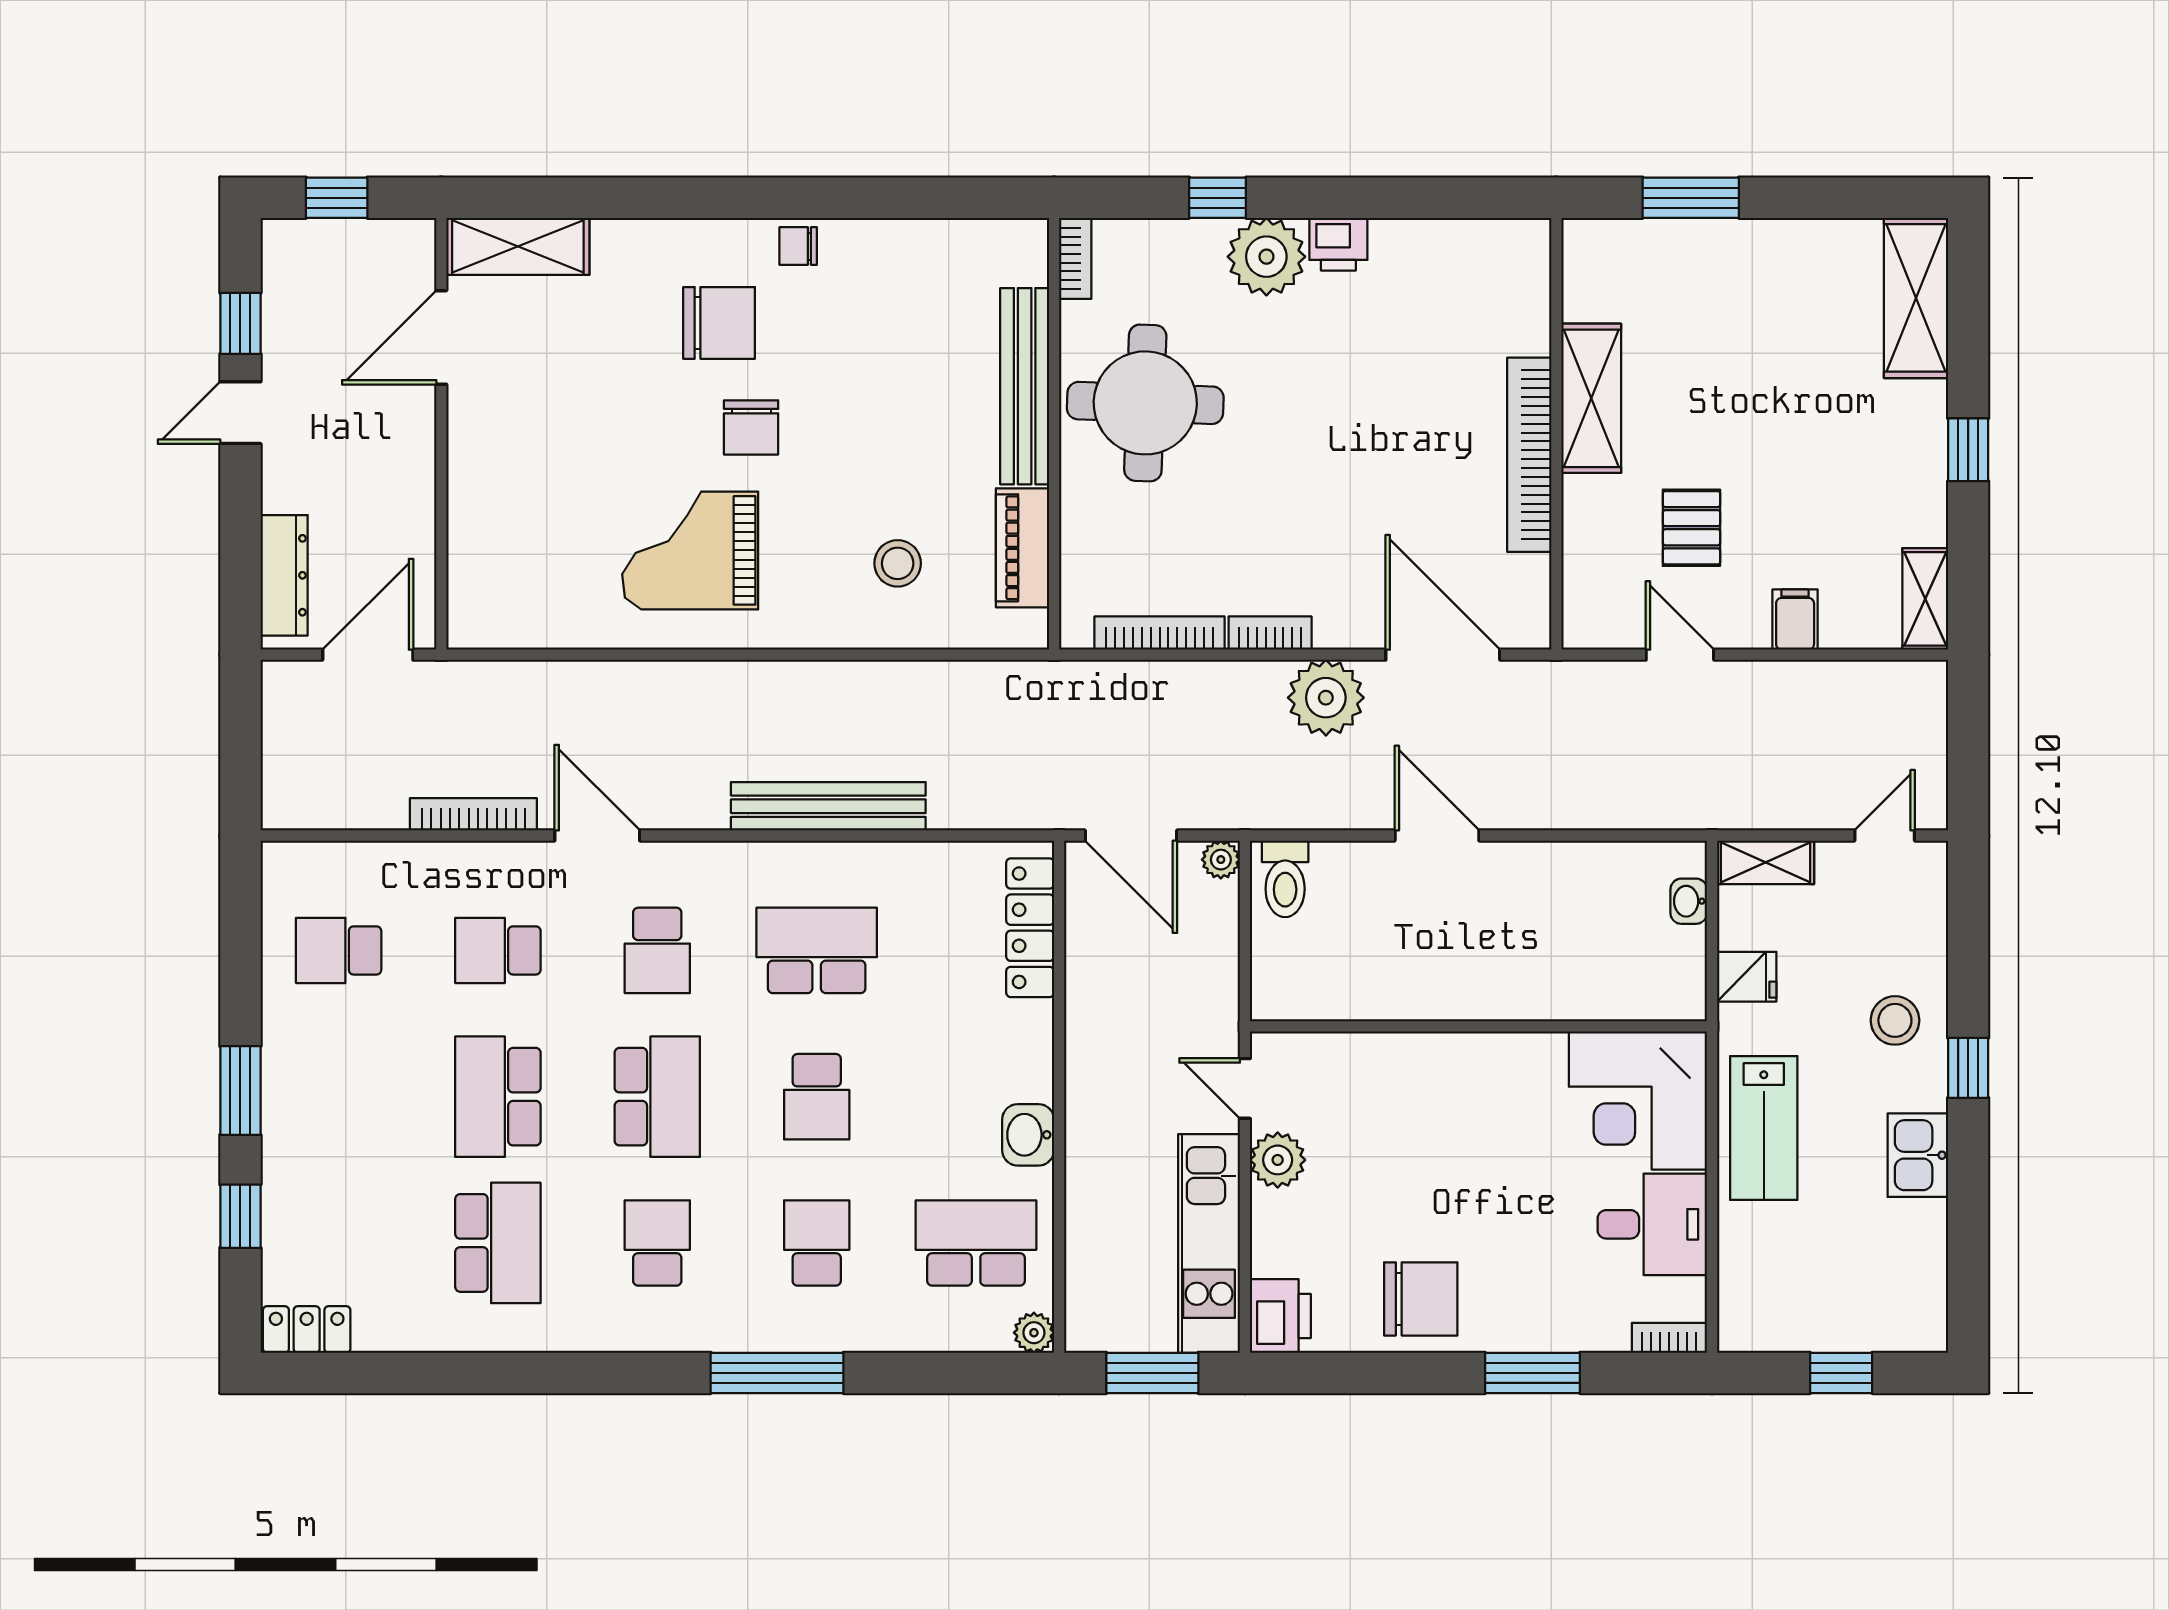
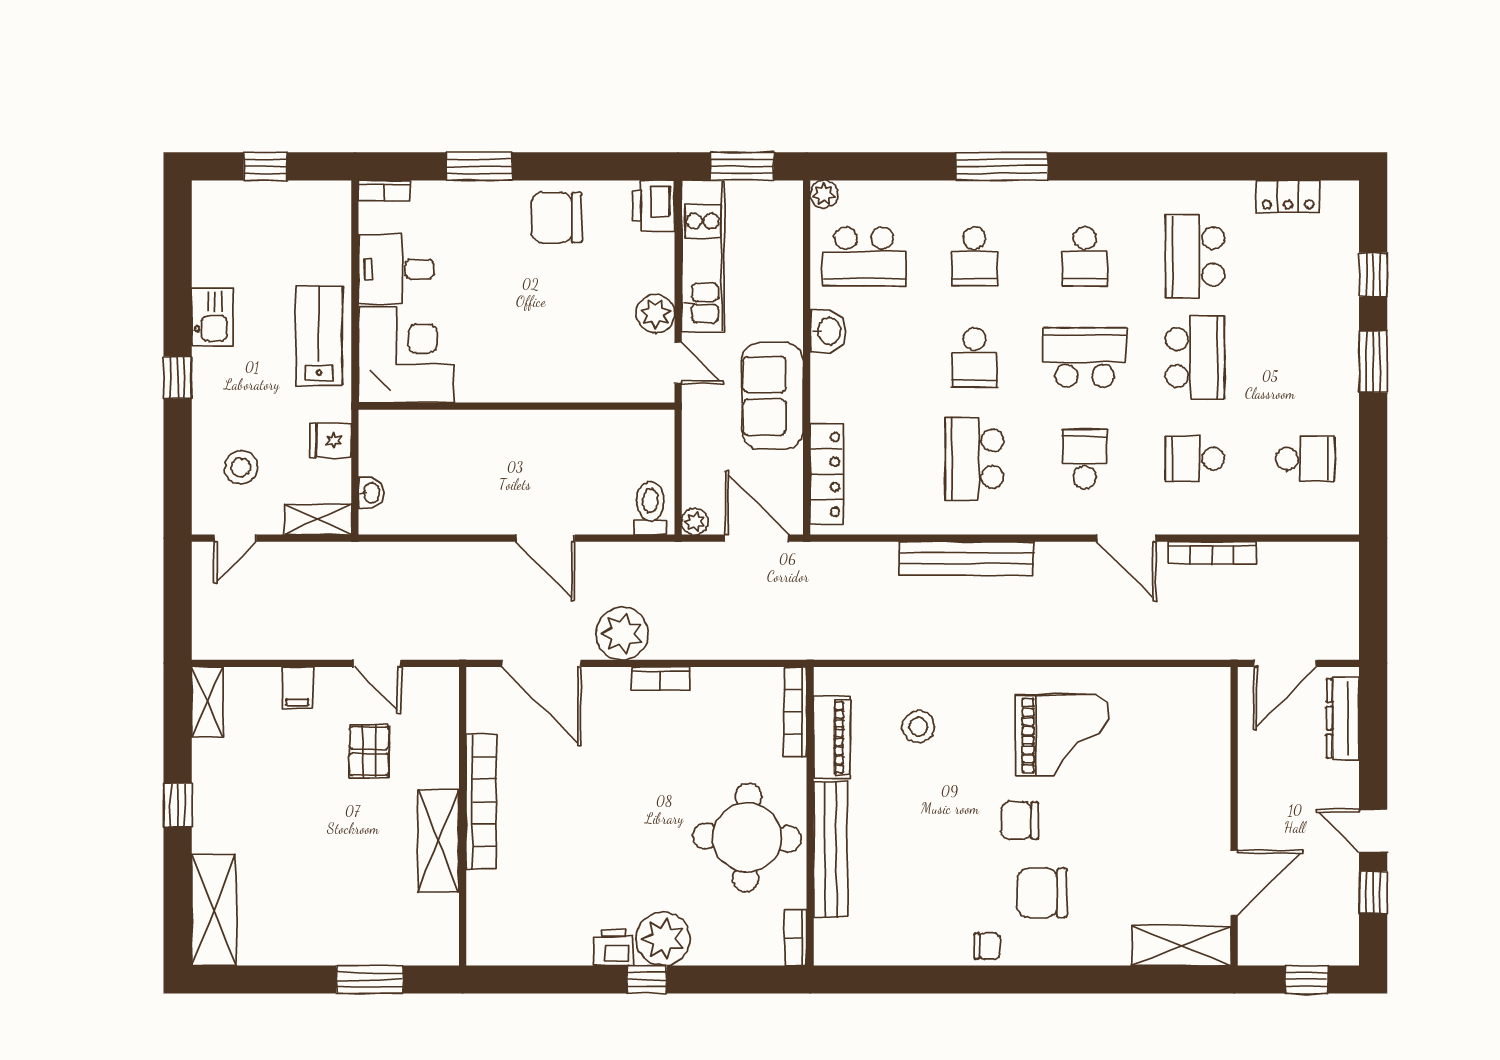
window: (1218, 198) -> (647, 980), moved
door: (240, 413) -> (1373, 831), swing flipped
chair: (751, 427) -> (1020, 821), turned -90
bookcase: (1160, 633) -> (795, 712), moved, turned 90
school desk: (498, 950) -> (1195, 459), turned 180
school desk: (817, 950) -> (974, 459), turned 90
stool: (1895, 1020) -> (241, 467), moved
sofa: (1109, 1041) -> (772, 396), added
school desk: (657, 1097) -> (1085, 358), turned 90
school desk: (817, 1097) -> (974, 358), turned 180
locker: (307, 1330) -> (1288, 196), moved

